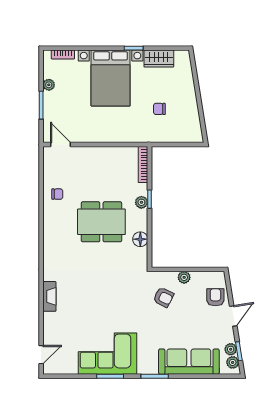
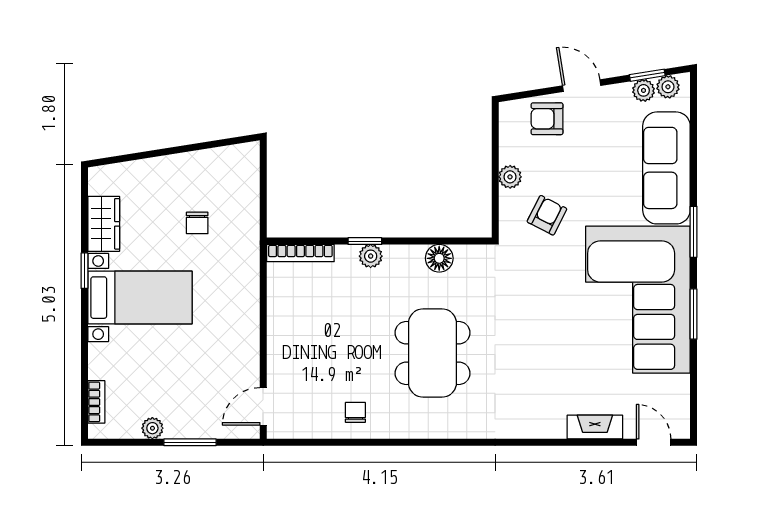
bed with nightstands: (111, 78) -> (140, 298), width x0.73
dining table: (101, 222) -> (432, 353), moved
fireplace: (49, 296) -> (595, 427), moved
corner sofa: (107, 354) -> (638, 300), width x1.36, depth x1.36

